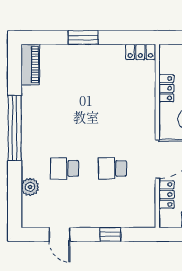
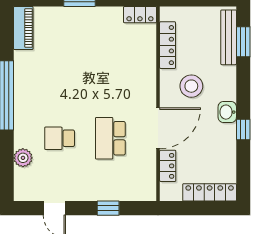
locker: (166, 88) -> (168, 45), width x1.53
school desk: (112, 168) -> (110, 138), width x1.85

